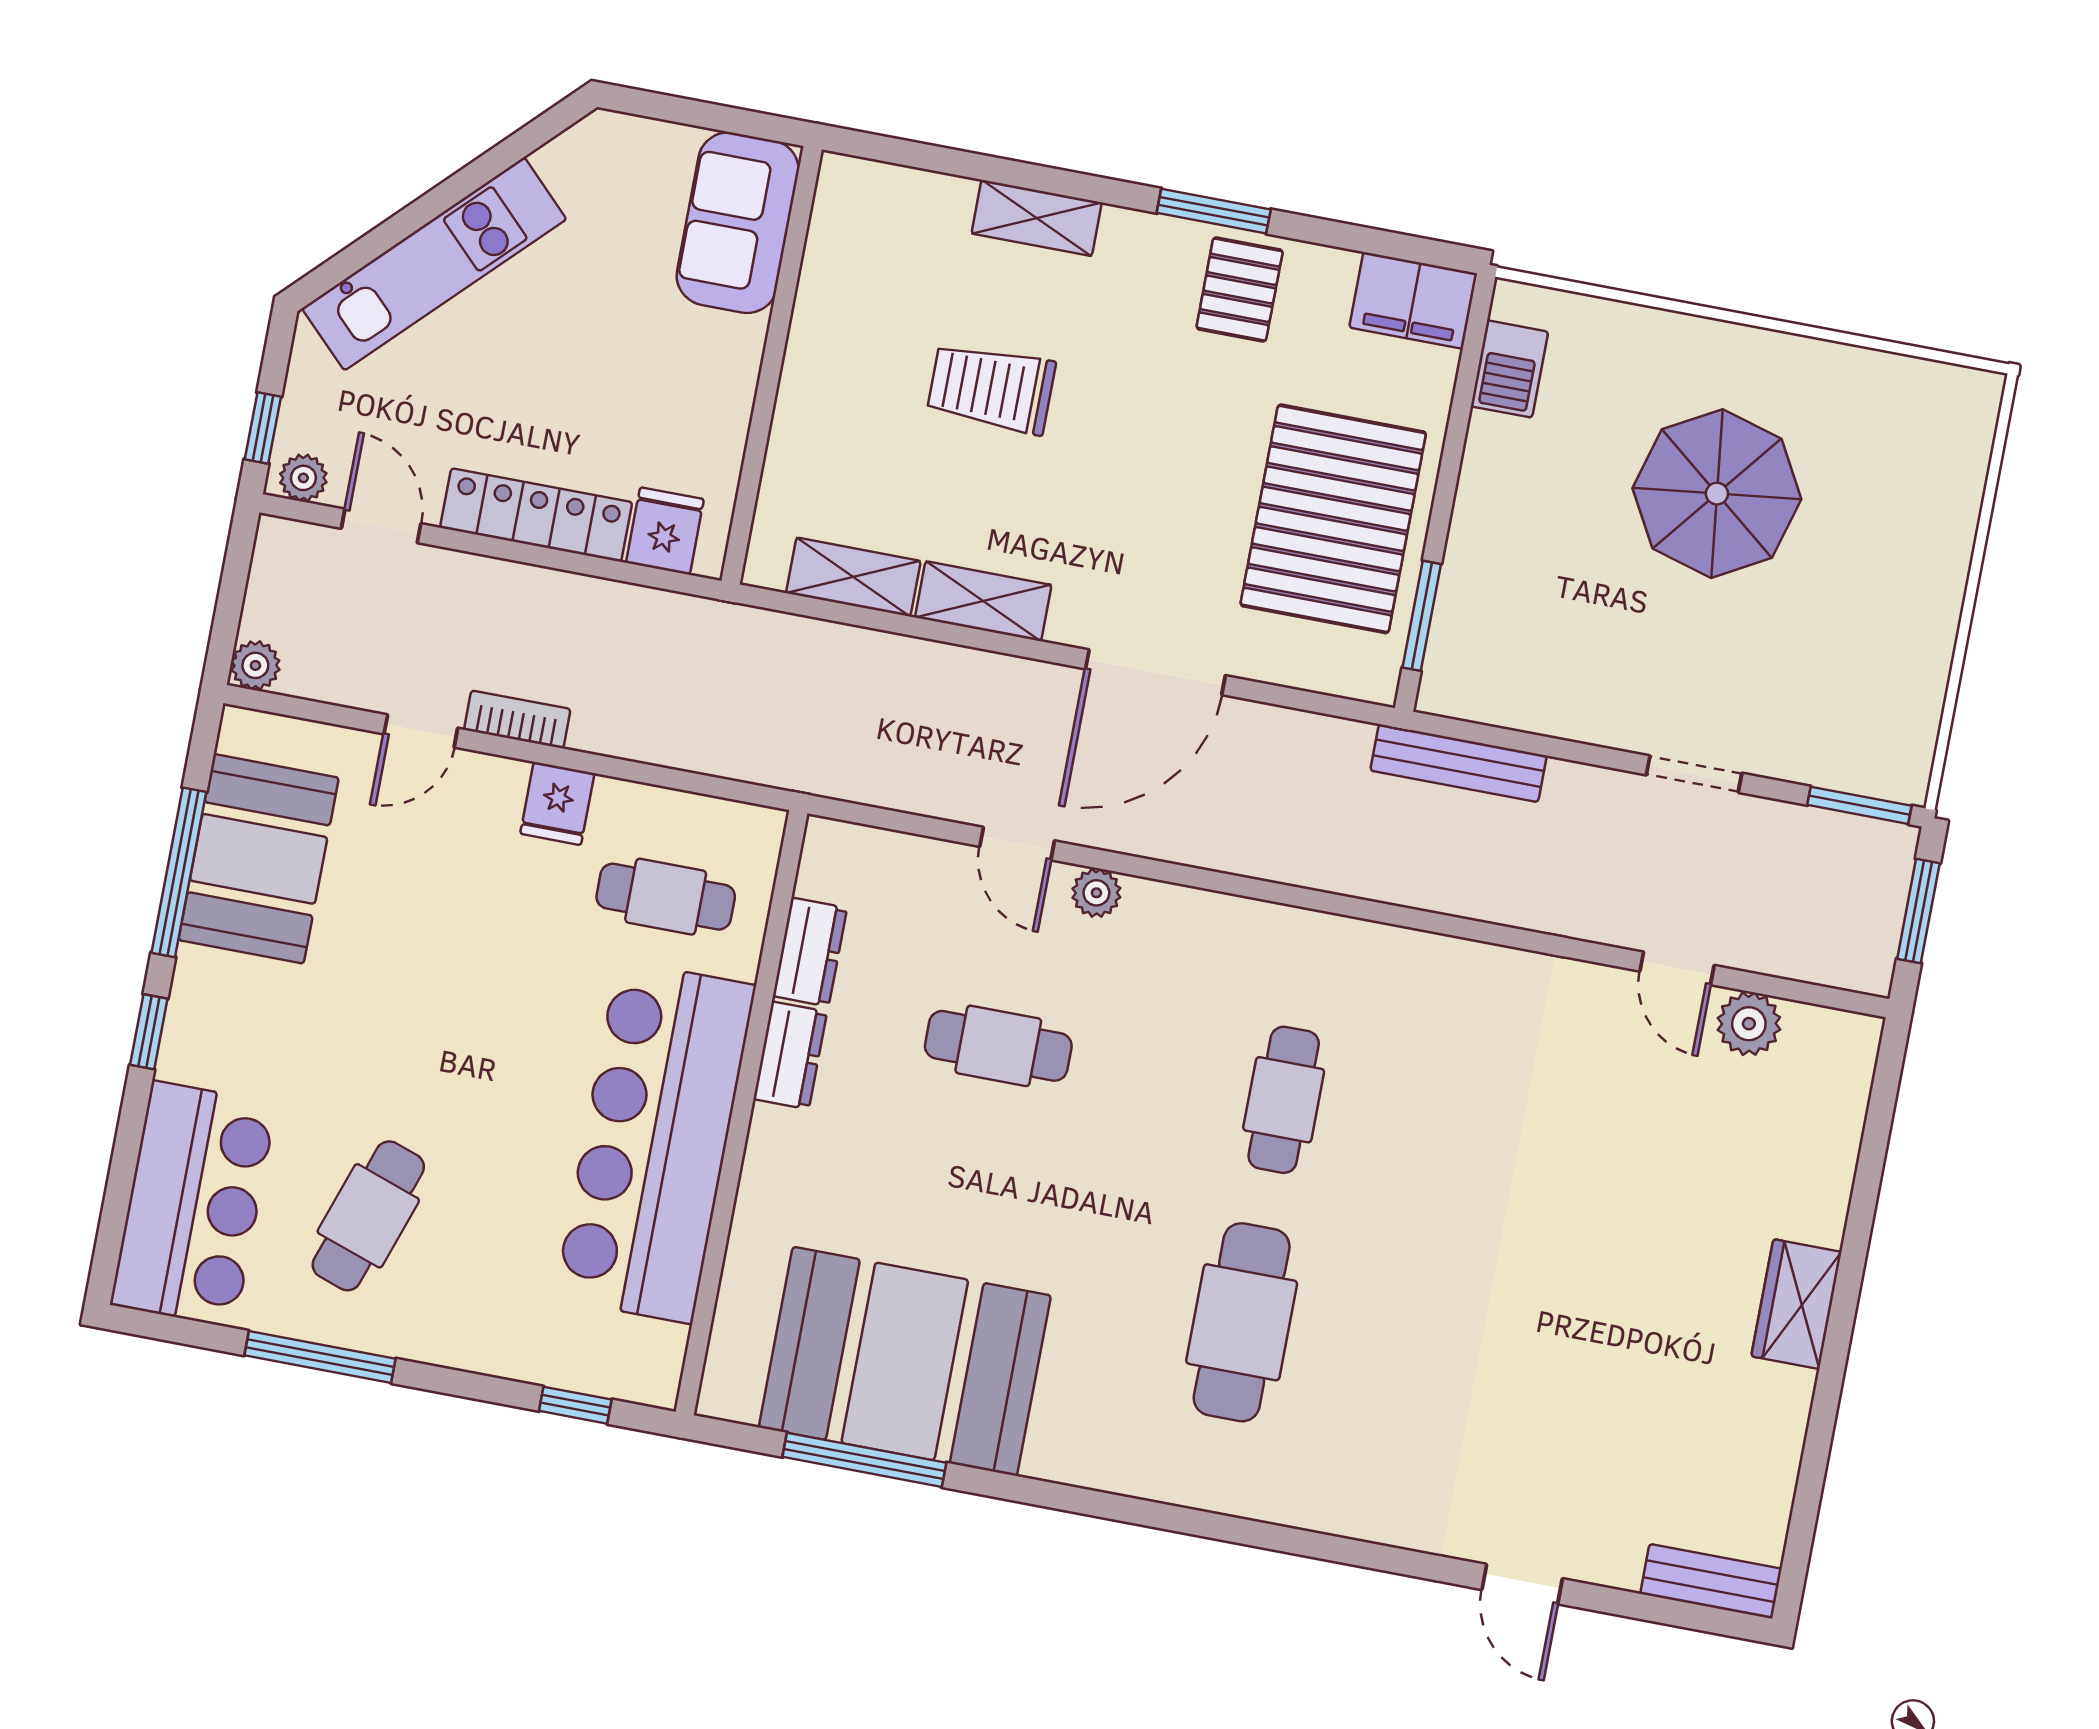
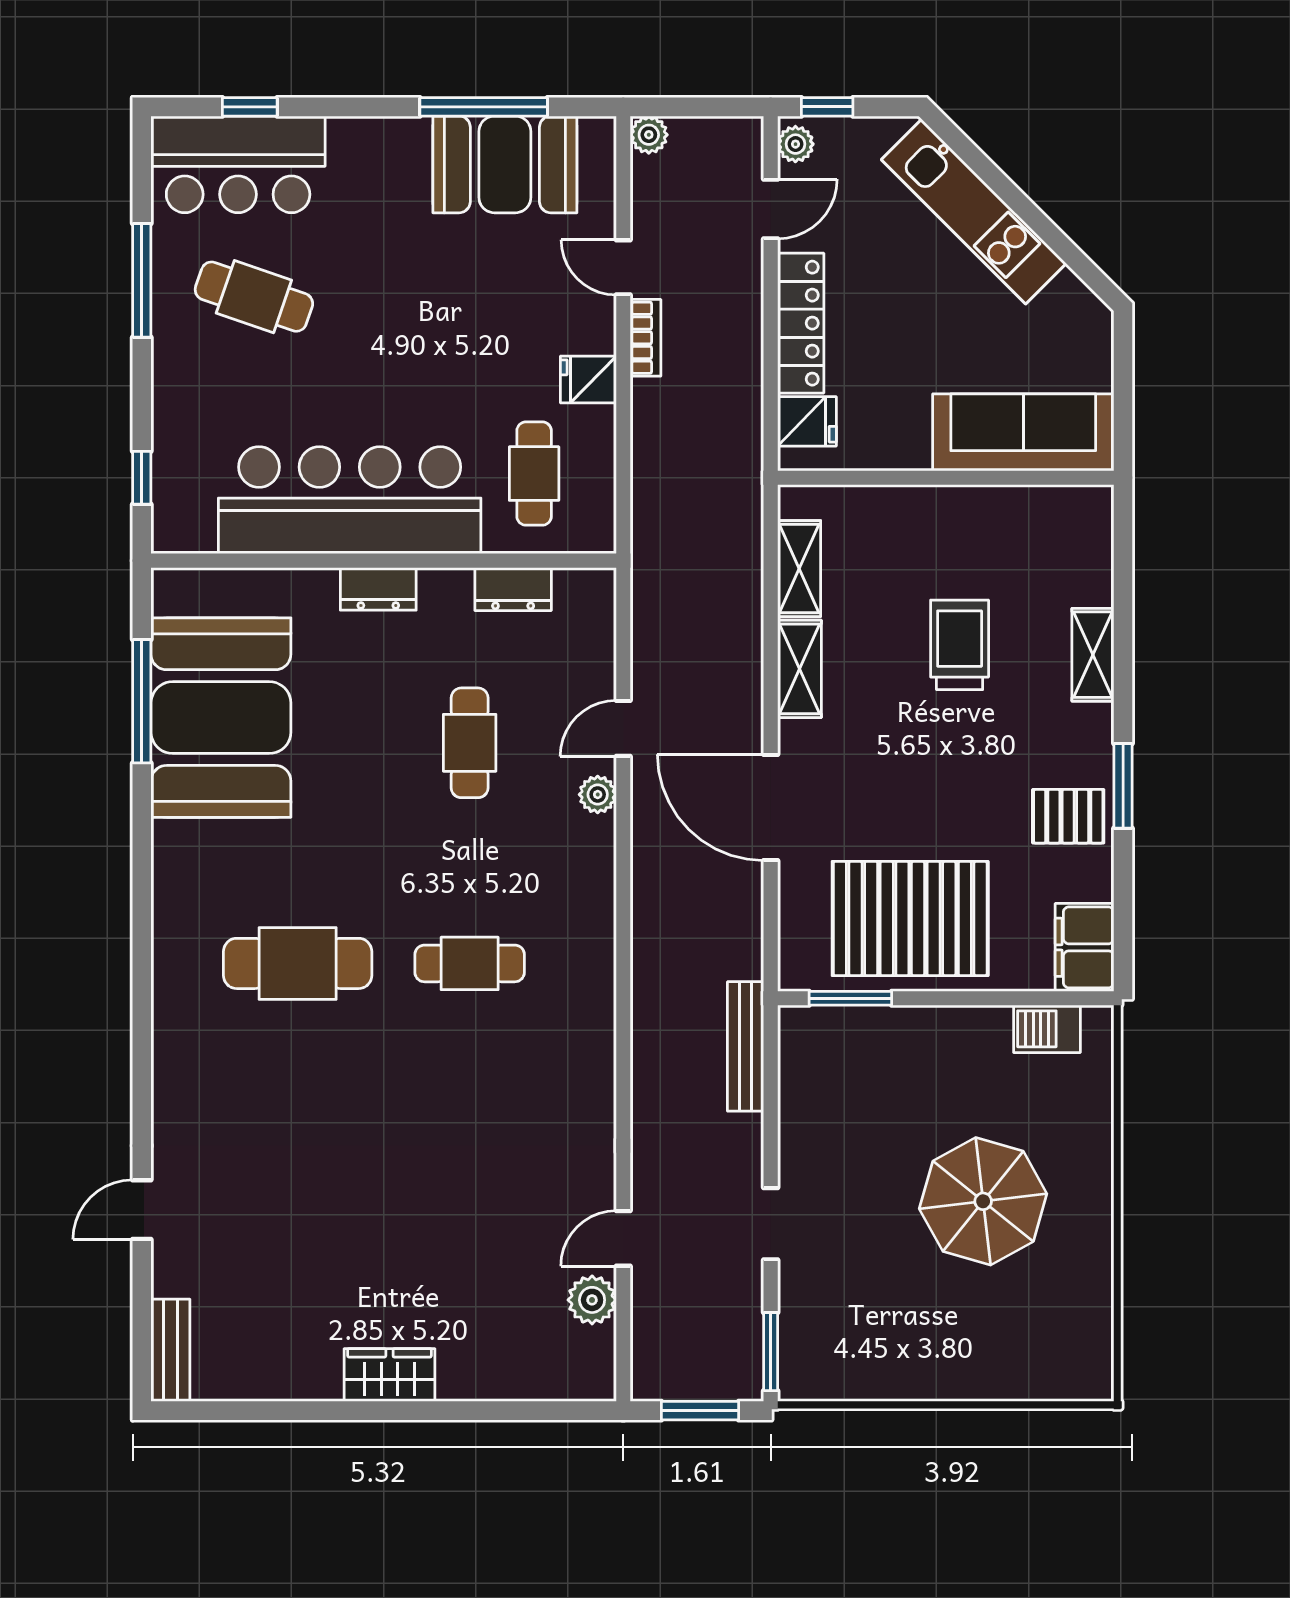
sofa: (738, 223) -> (1023, 432), width x1.36
window: (149, 1032) -> (250, 107), moved
dresser: (790, 1055) -> (378, 589), moved

